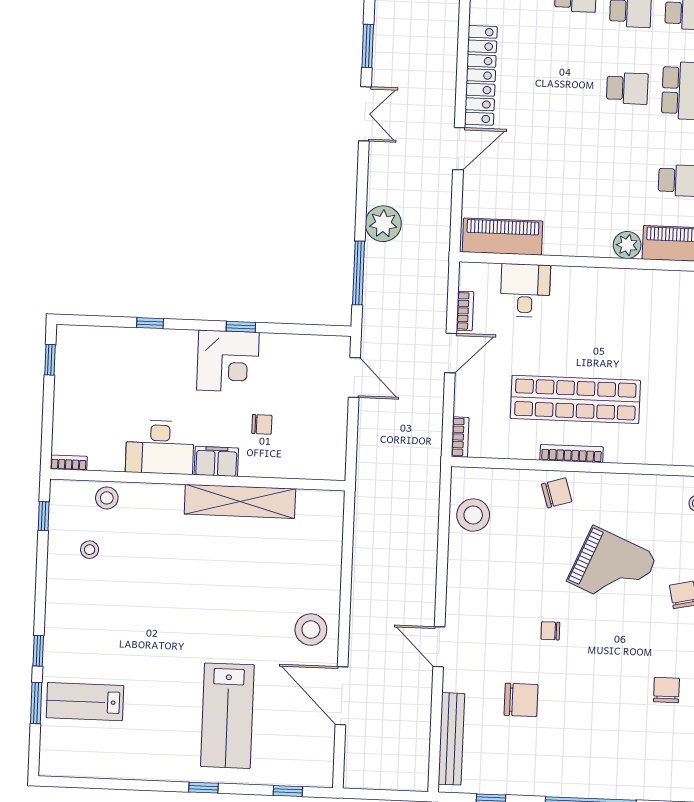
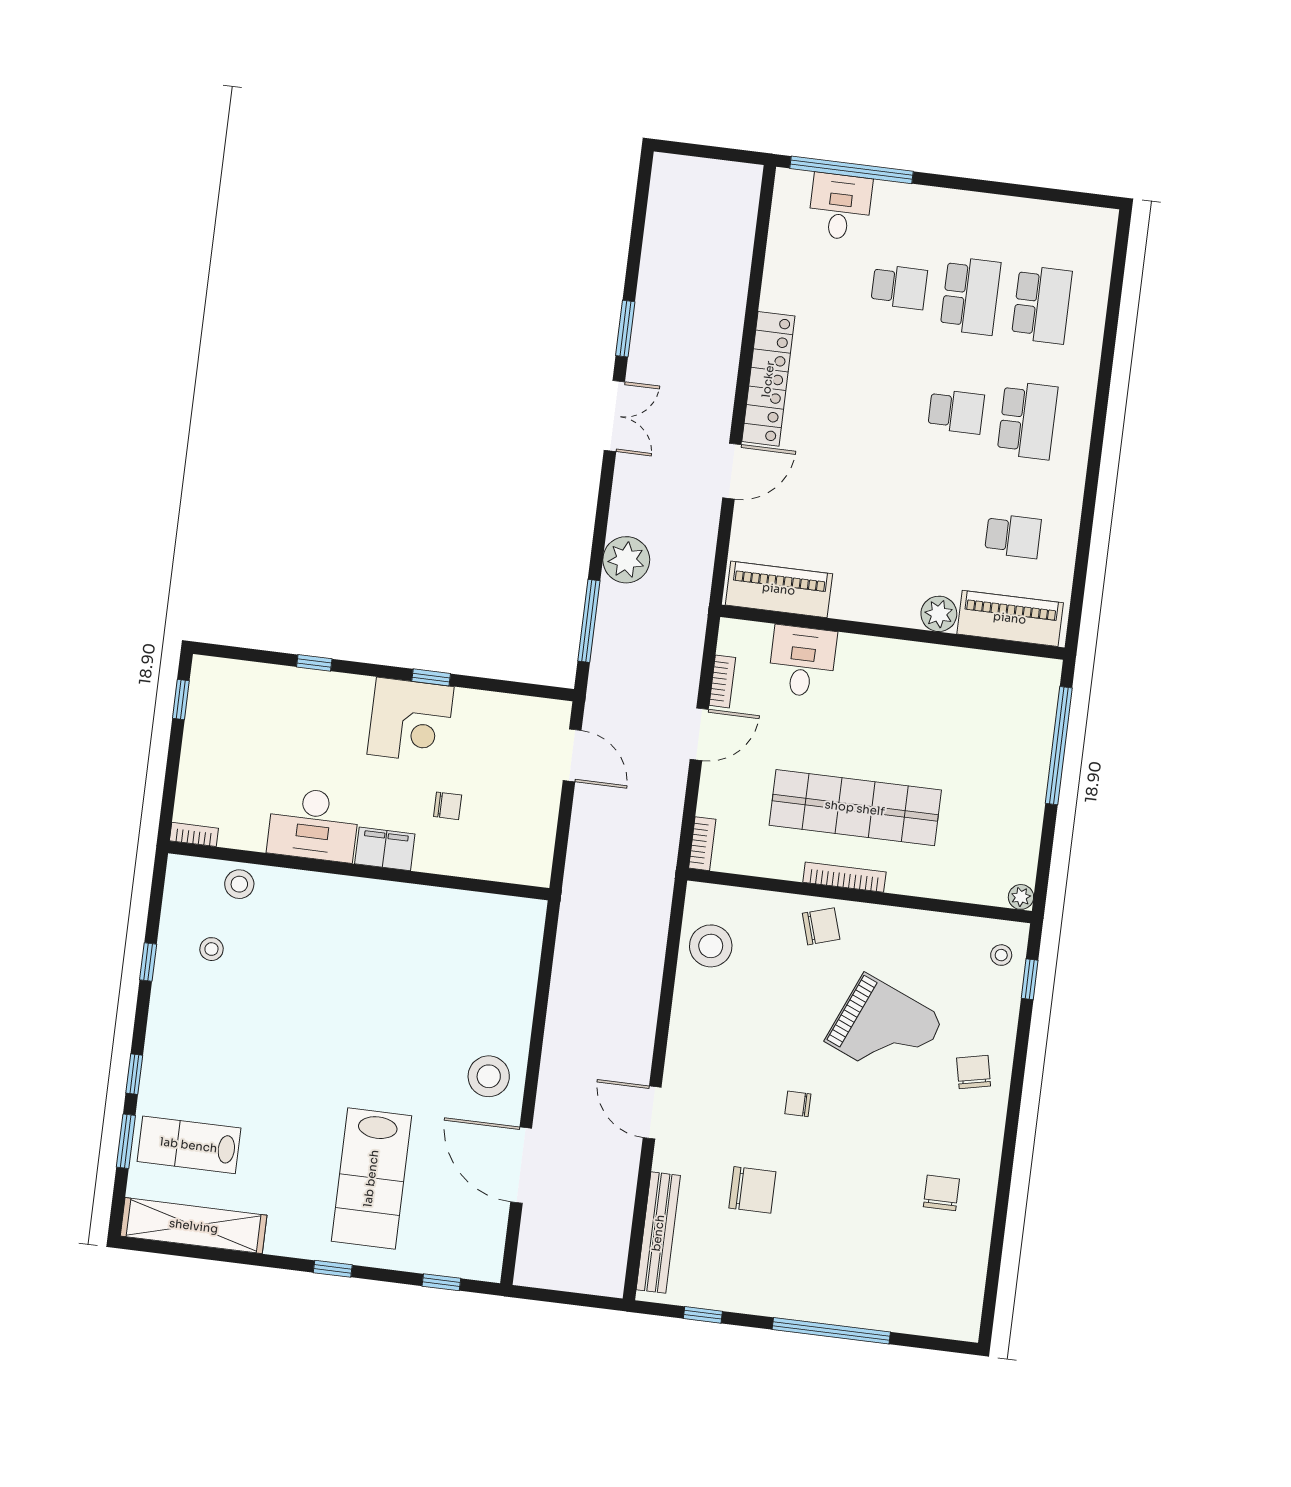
shelving: (240, 501) -> (194, 1226), moved
window: (44, 516) -> (148, 962), moved

